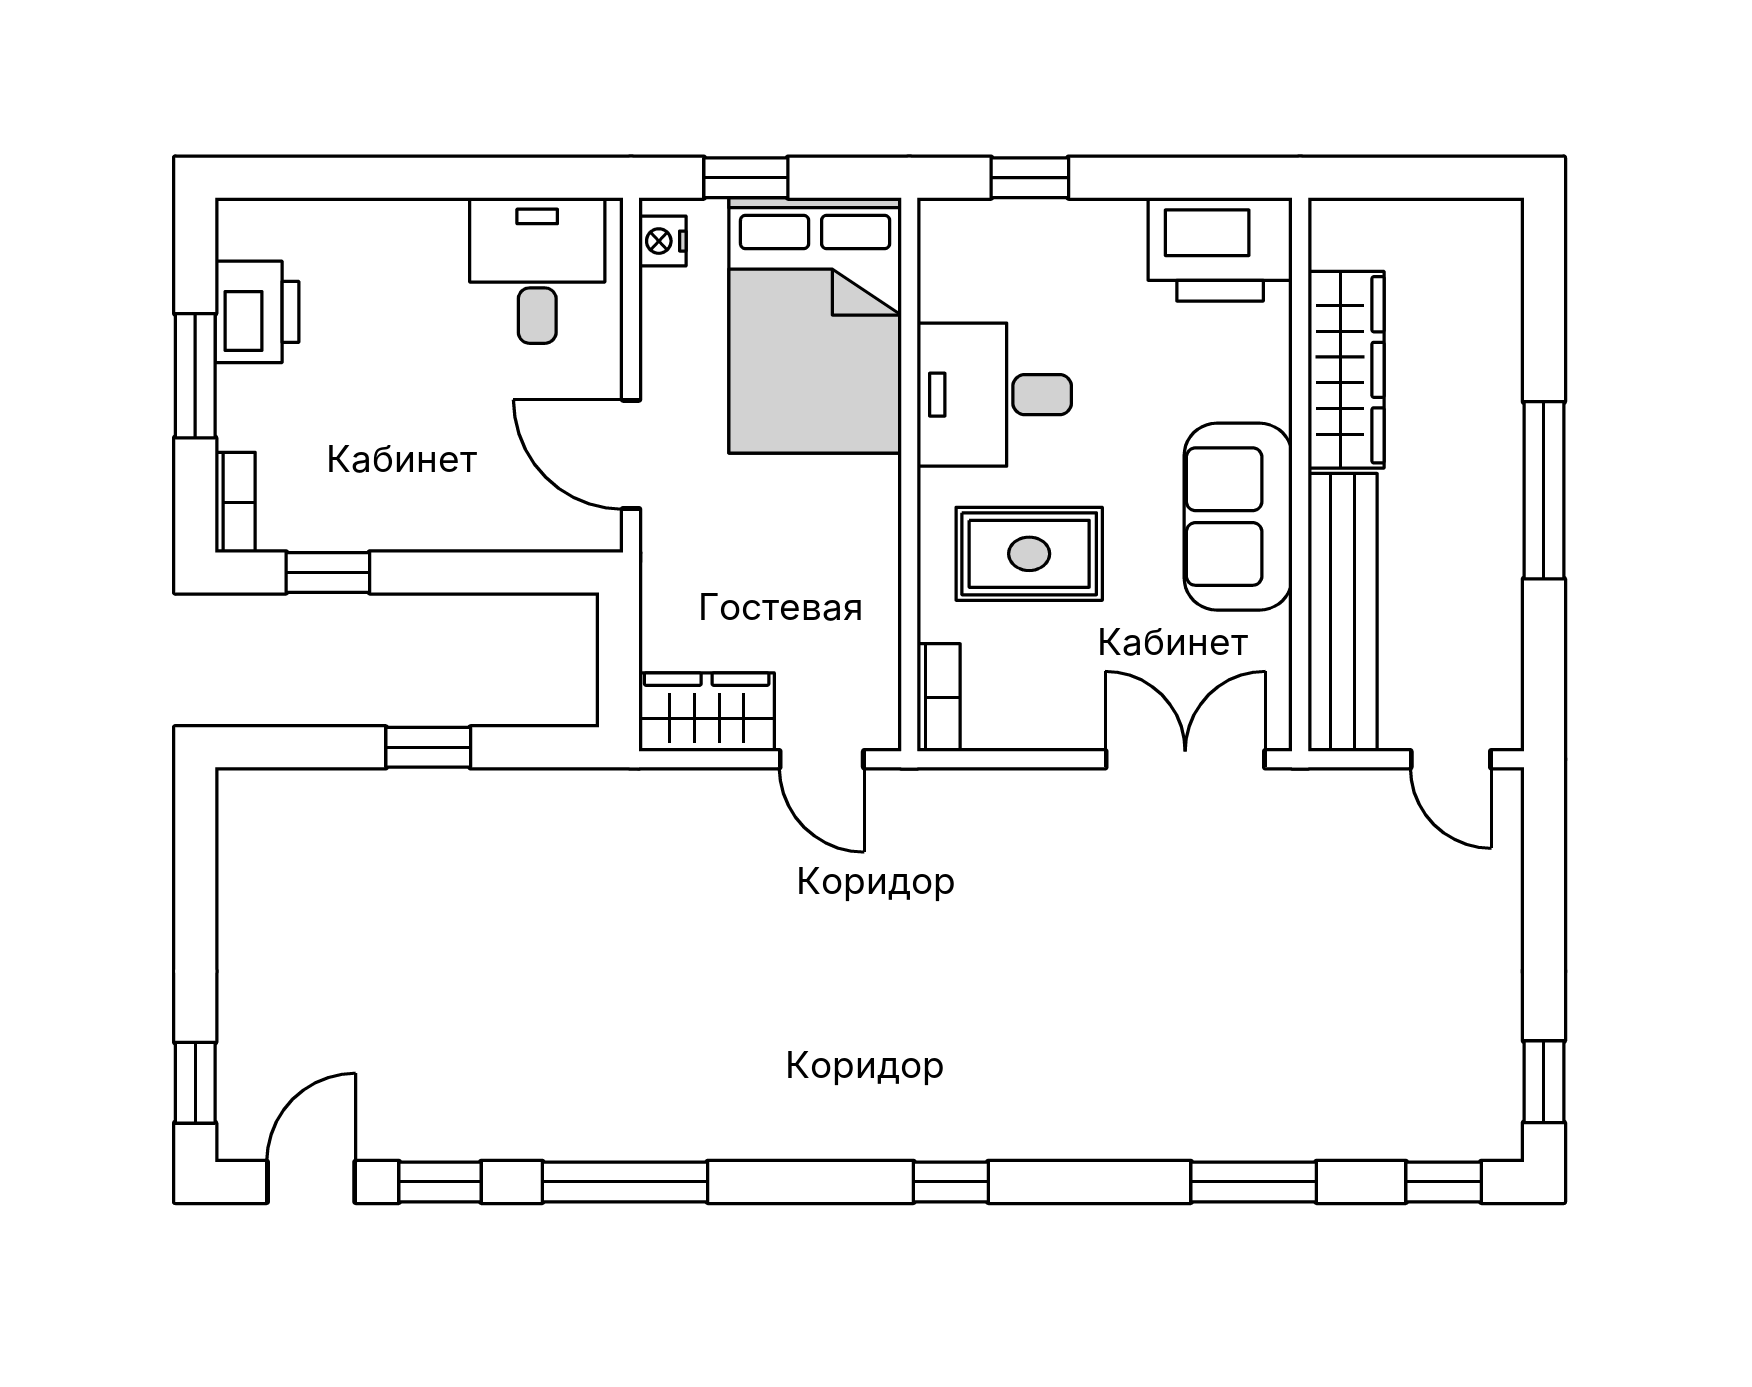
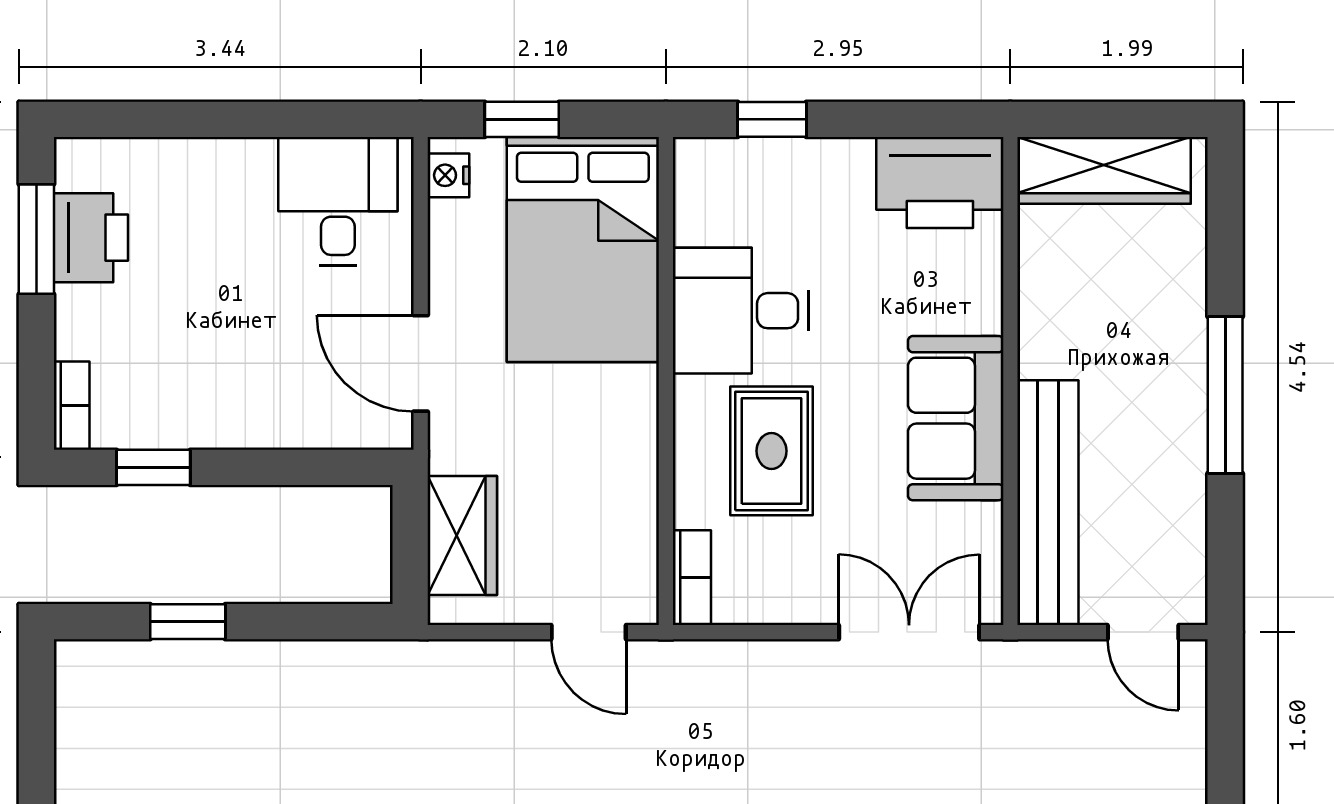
wardrobe: (1346, 370) -> (1104, 170), moved, turned 90
window: (195, 376) -> (36, 239), moved
rug: (1029, 554) -> (772, 451), turned 90
wardrobe: (707, 712) -> (462, 535), moved, turned 90
window: (428, 747) -> (188, 622), moved

